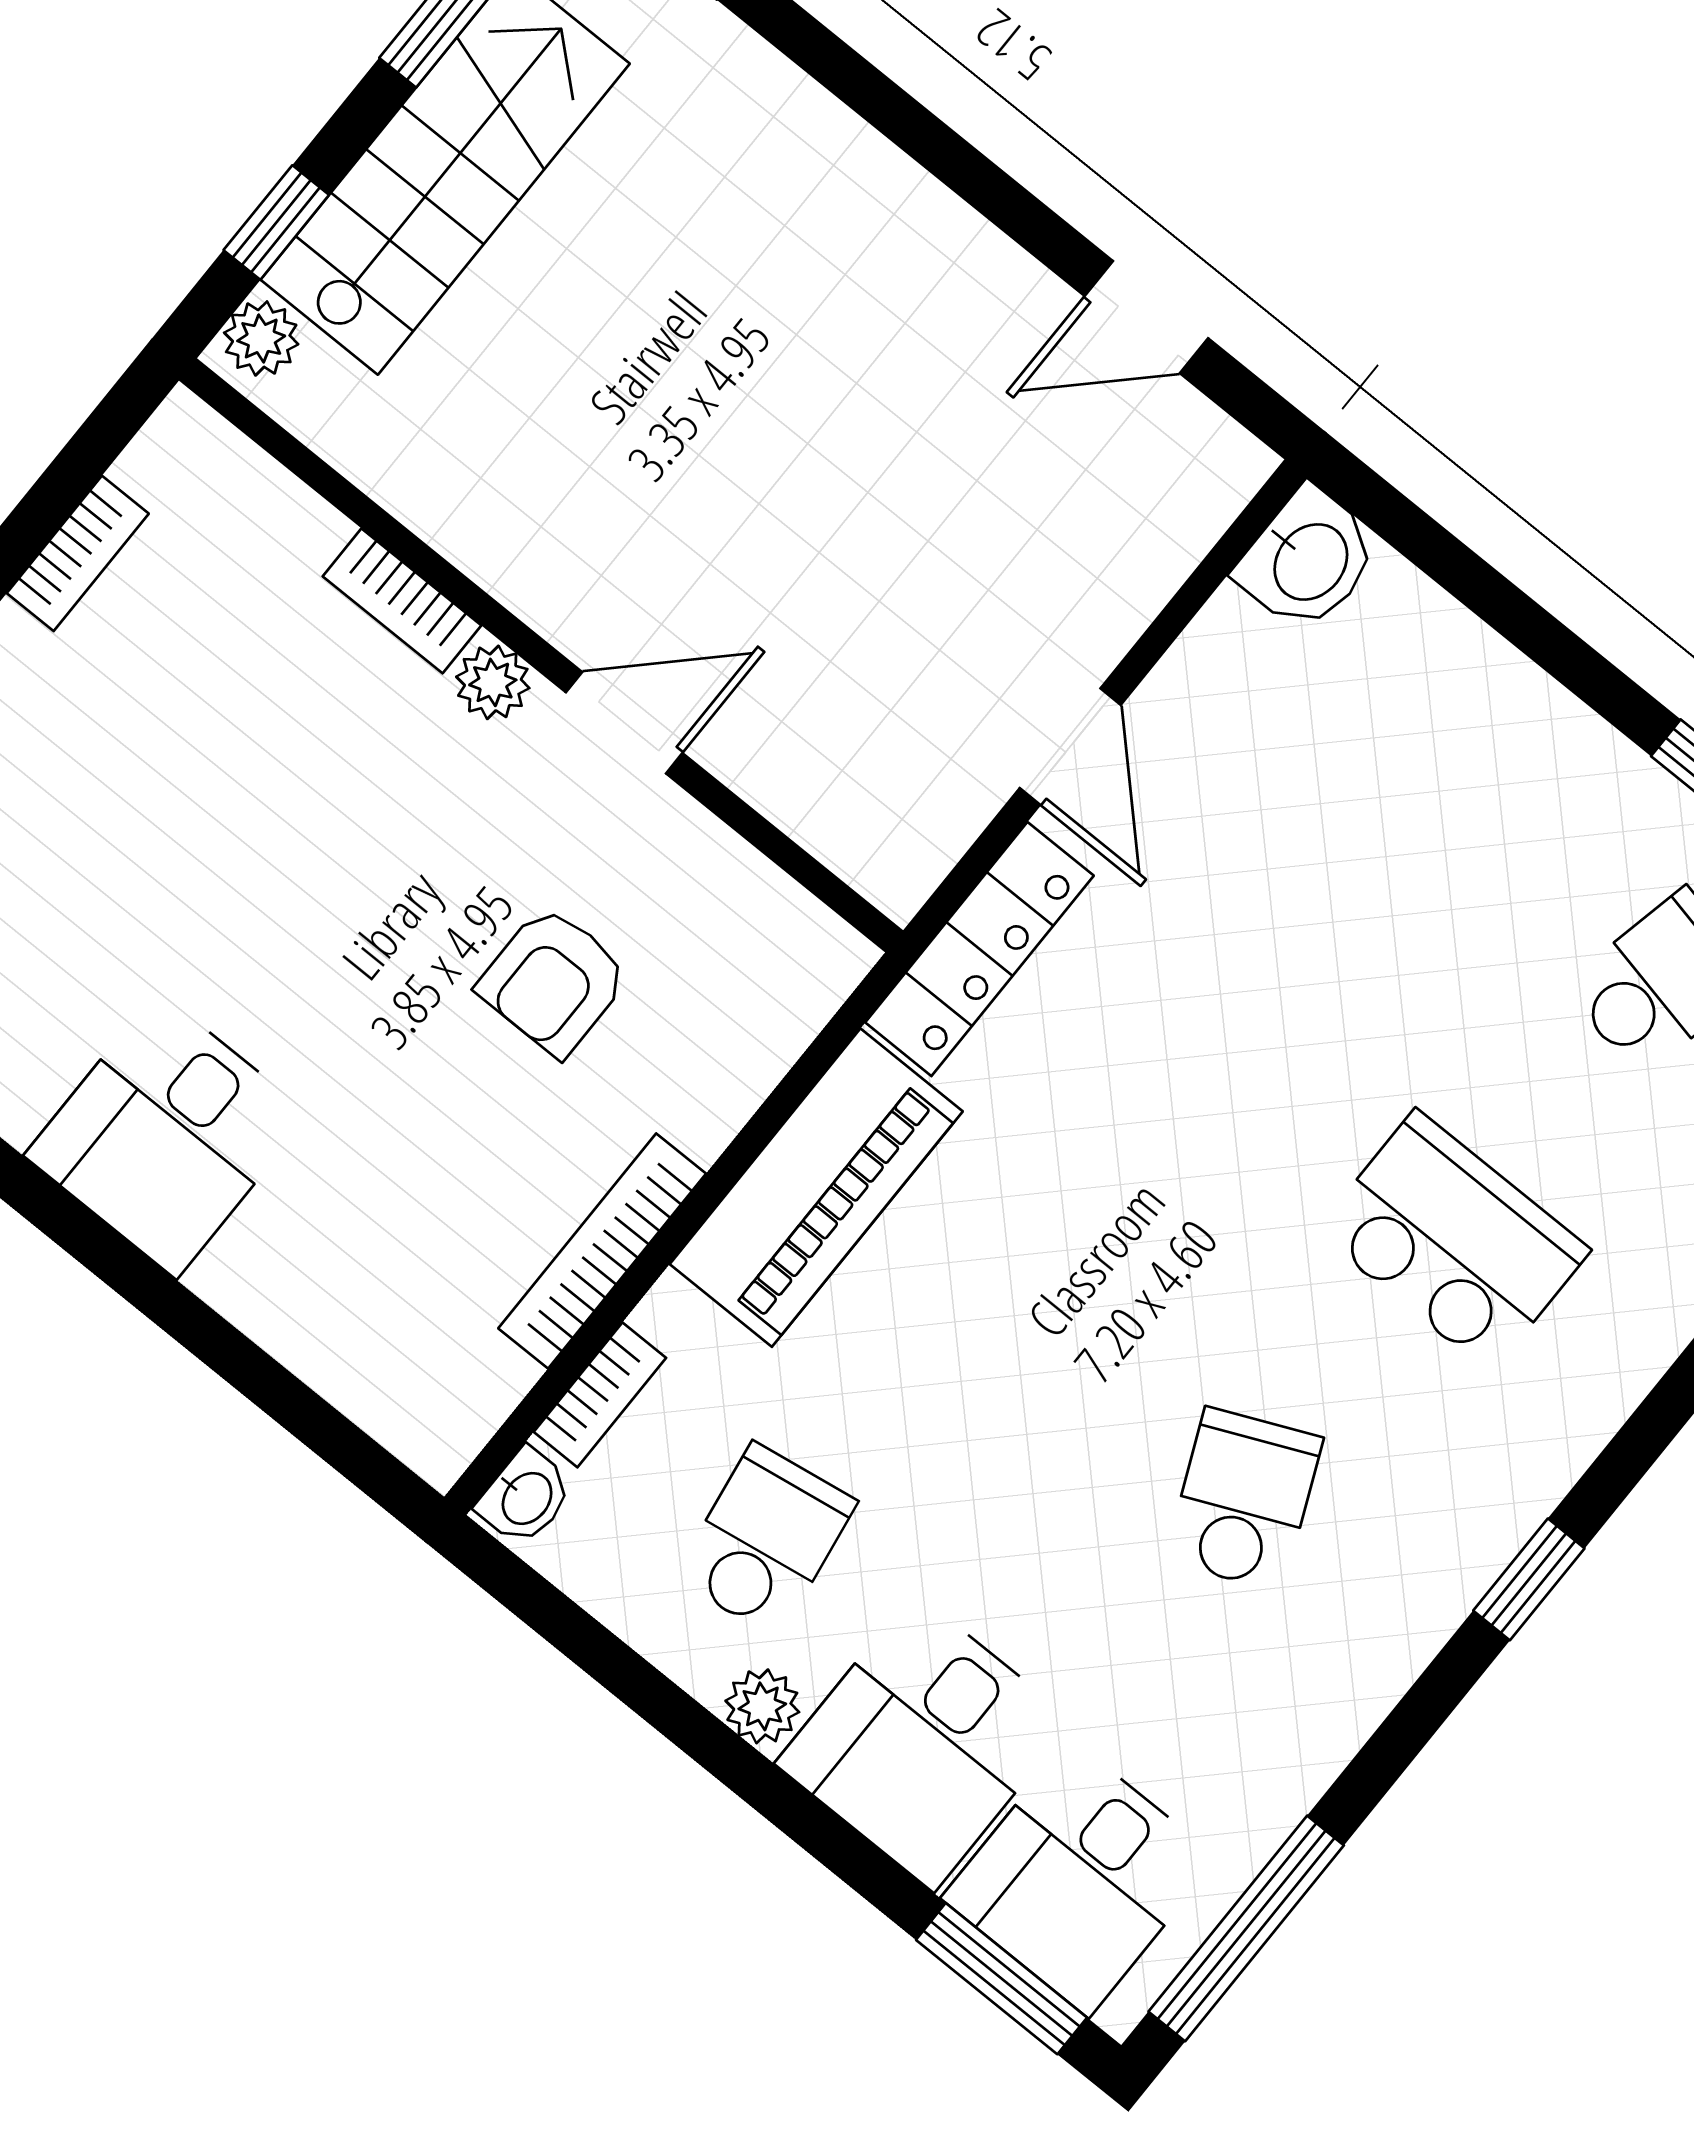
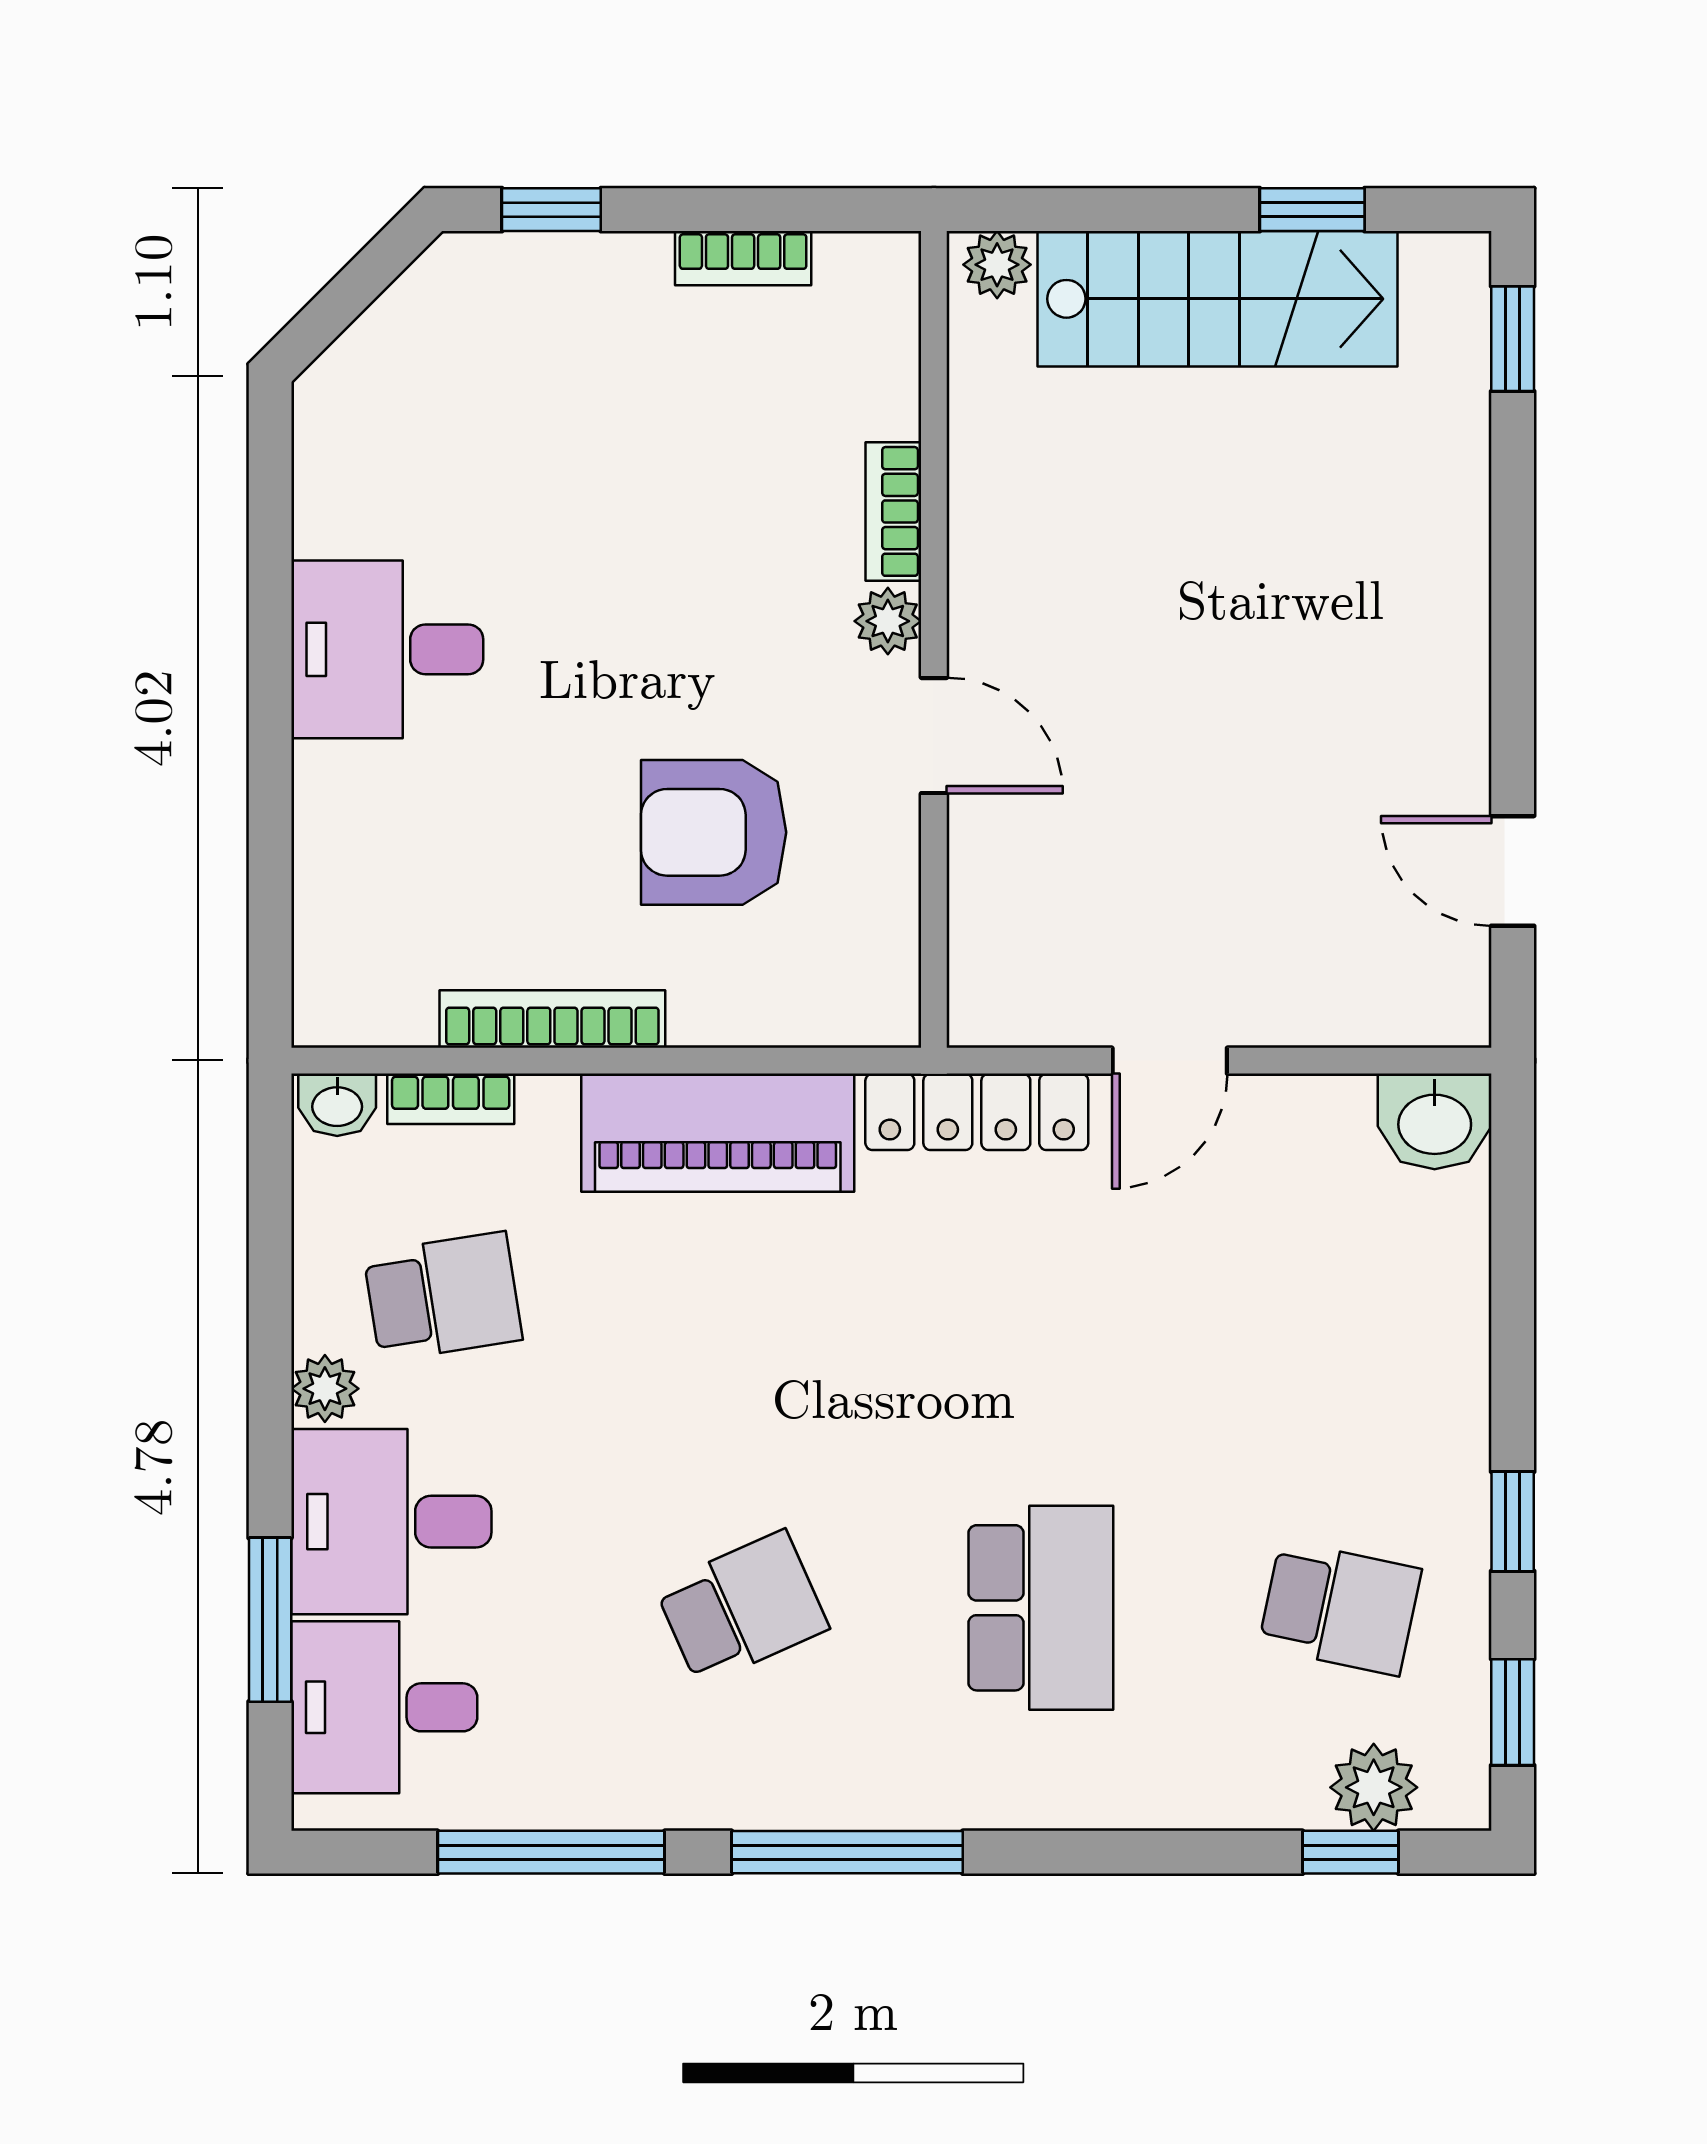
window: (276, 223) -> (1087, 210), removed
armchair: (554, 981) -> (714, 832), width x1.38, depth x1.38
window: (1529, 1579) -> (847, 1852), width x2.17
window: (1246, 1928) -> (551, 1852), moved
window: (1002, 1979) -> (270, 1620), moved

